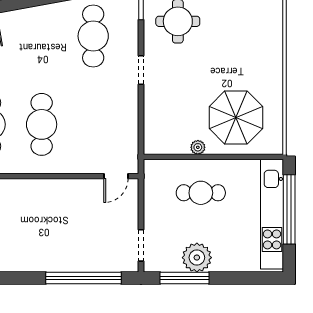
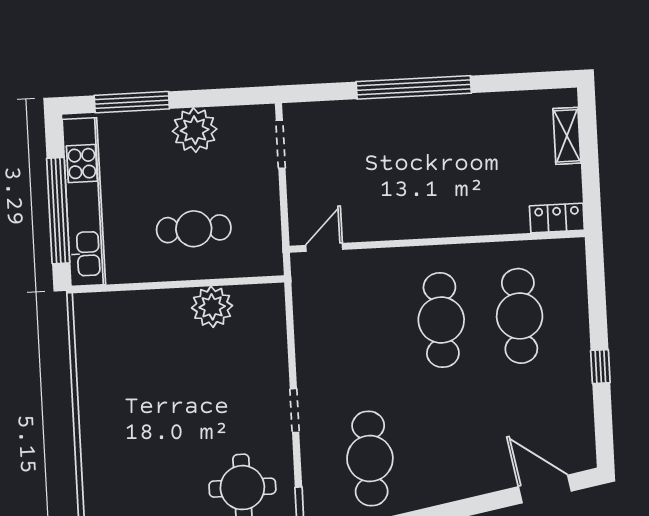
parasol: (236, 117) -> (146, 346), removed
plant: (198, 147) -> (212, 307), width x1.87, depth x1.87
window: (83, 278) -> (414, 87), moved
window: (185, 278) -> (132, 102), moved

